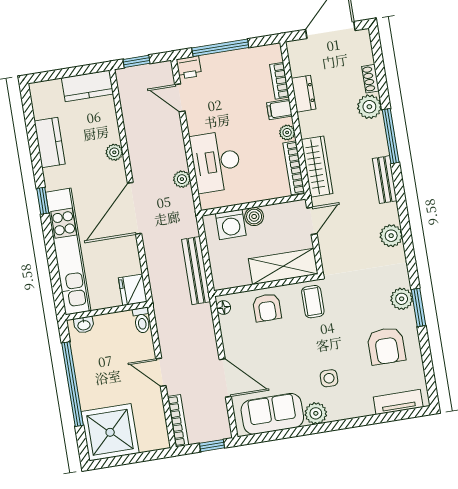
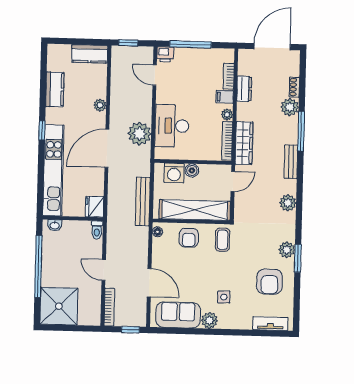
plant: (182, 179) -> (140, 134), width x1.88, depth x1.88
shelving: (283, 266) -> (195, 210), width x1.47

